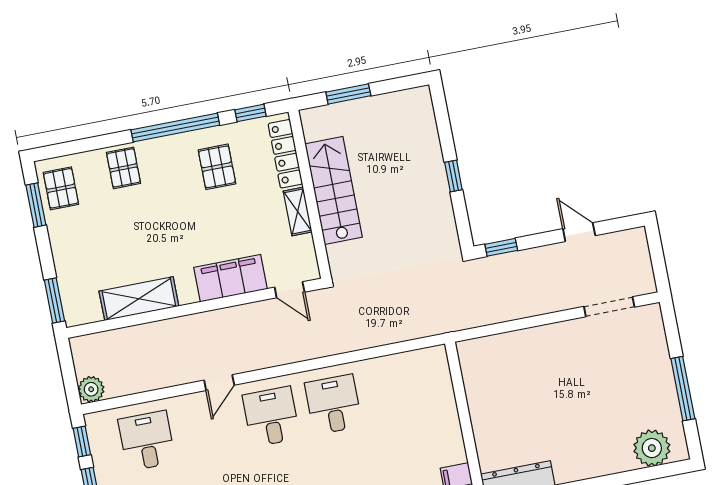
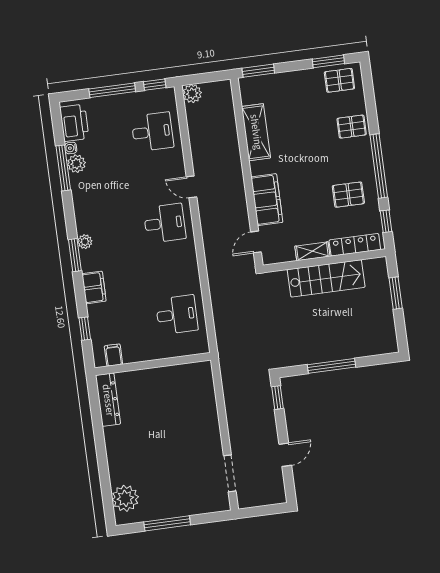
window: (453, 176) -> (331, 366), width x2.17
desk: (333, 404) -> (177, 315), moved

